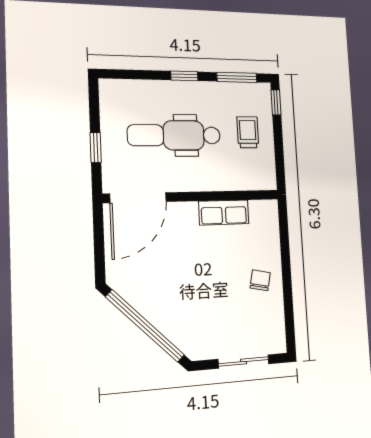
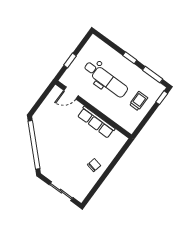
dental chair: (174, 135) -> (106, 79), turned 180
door: (138, 198) -> (71, 93), width x0.53
row of seats: (224, 212) -> (96, 122), width x1.48

